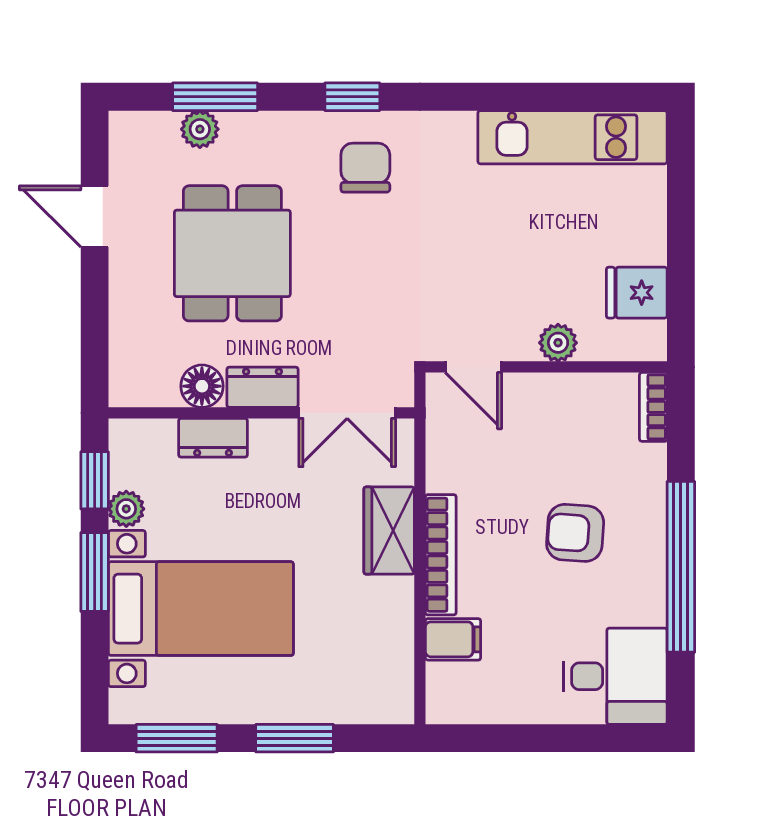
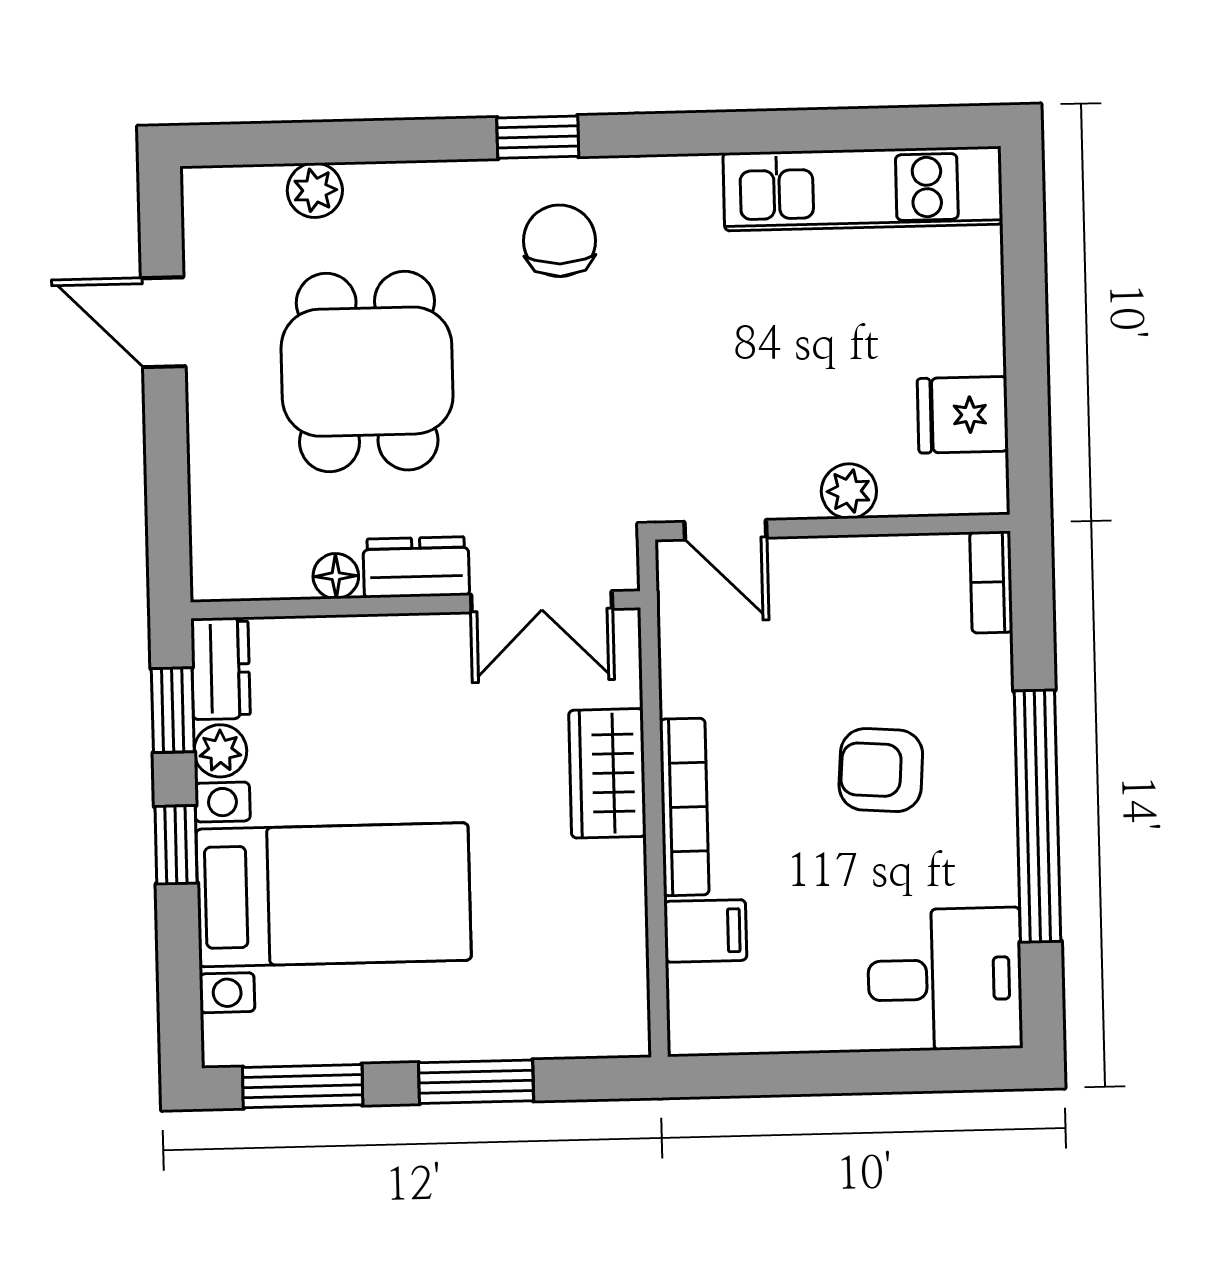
window: (215, 97) -> (336, 142), removed
floor lamp: (202, 386) -> (336, 576), width x0.73, depth x0.73
dresser: (213, 438) -> (221, 668), moved, turned -90
window: (95, 572) -> (176, 845), width x0.67

